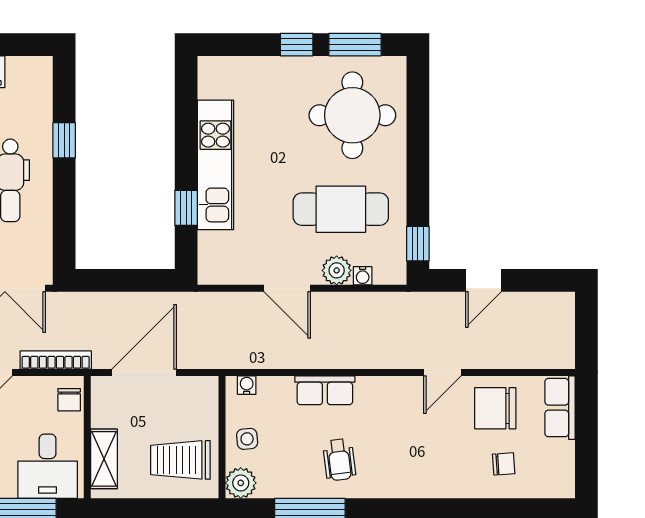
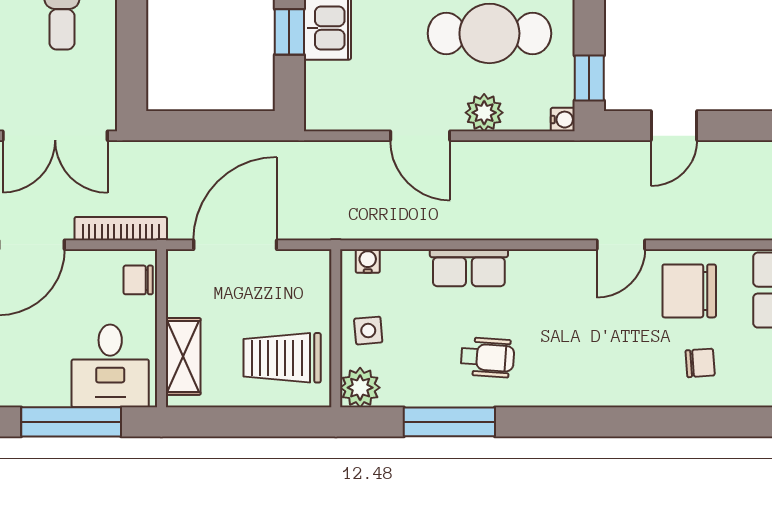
water cooler: (363, 276) -> (563, 120), moved, turned -90
chair: (69, 400) -> (138, 280), turned 90
wheelchair: (339, 460) -> (487, 357), turned -79

